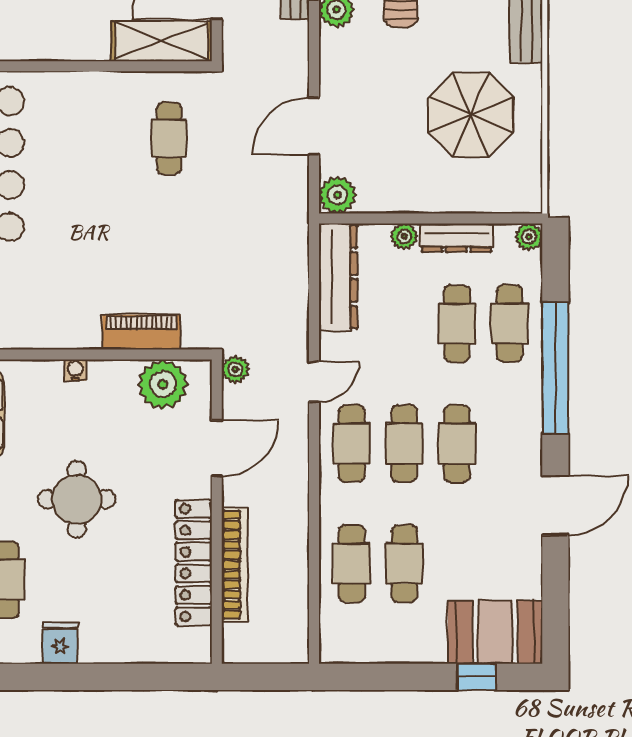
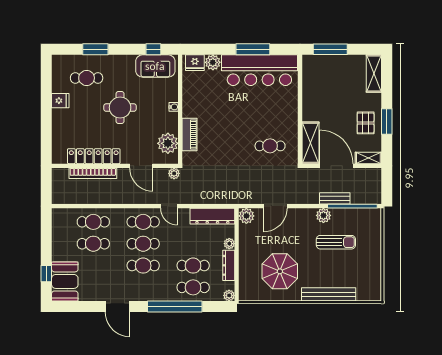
door: (314, 126) -> (275, 206), swing flipped

